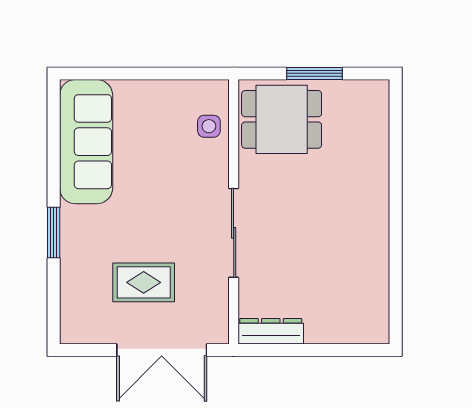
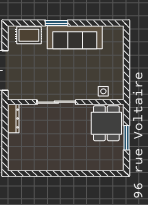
sofa: (86, 142) -> (75, 37), moved
rug: (144, 282) -> (29, 35), moved, turned 90

